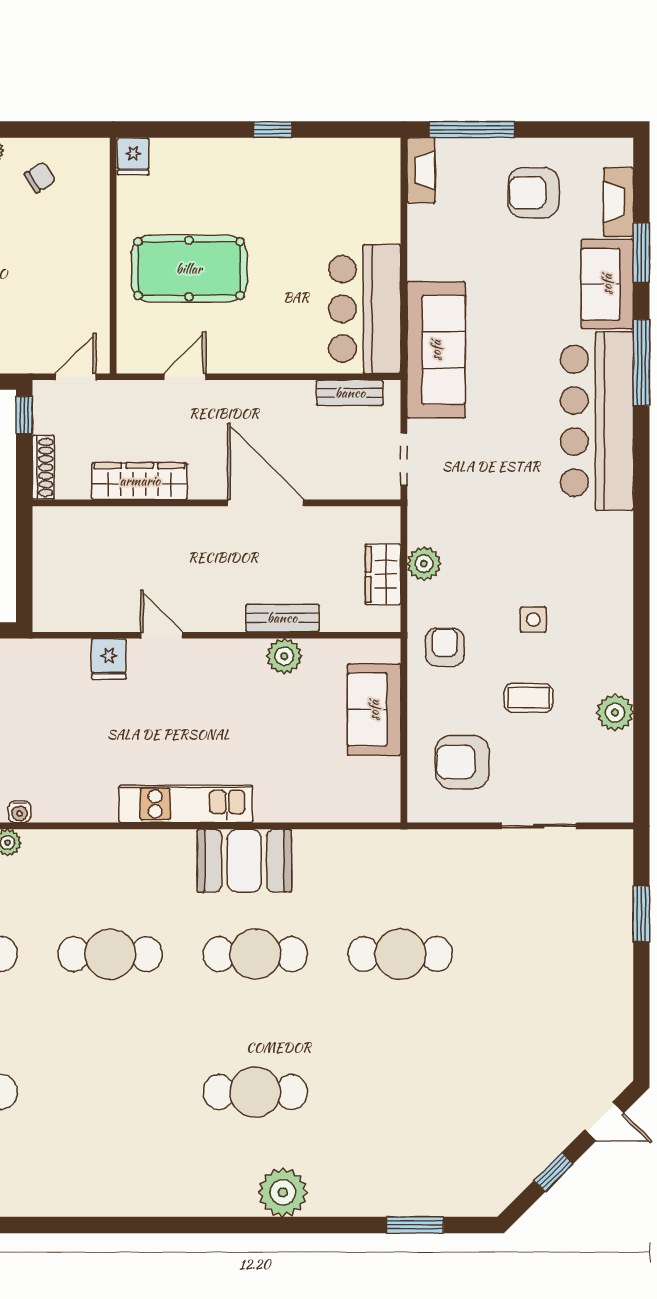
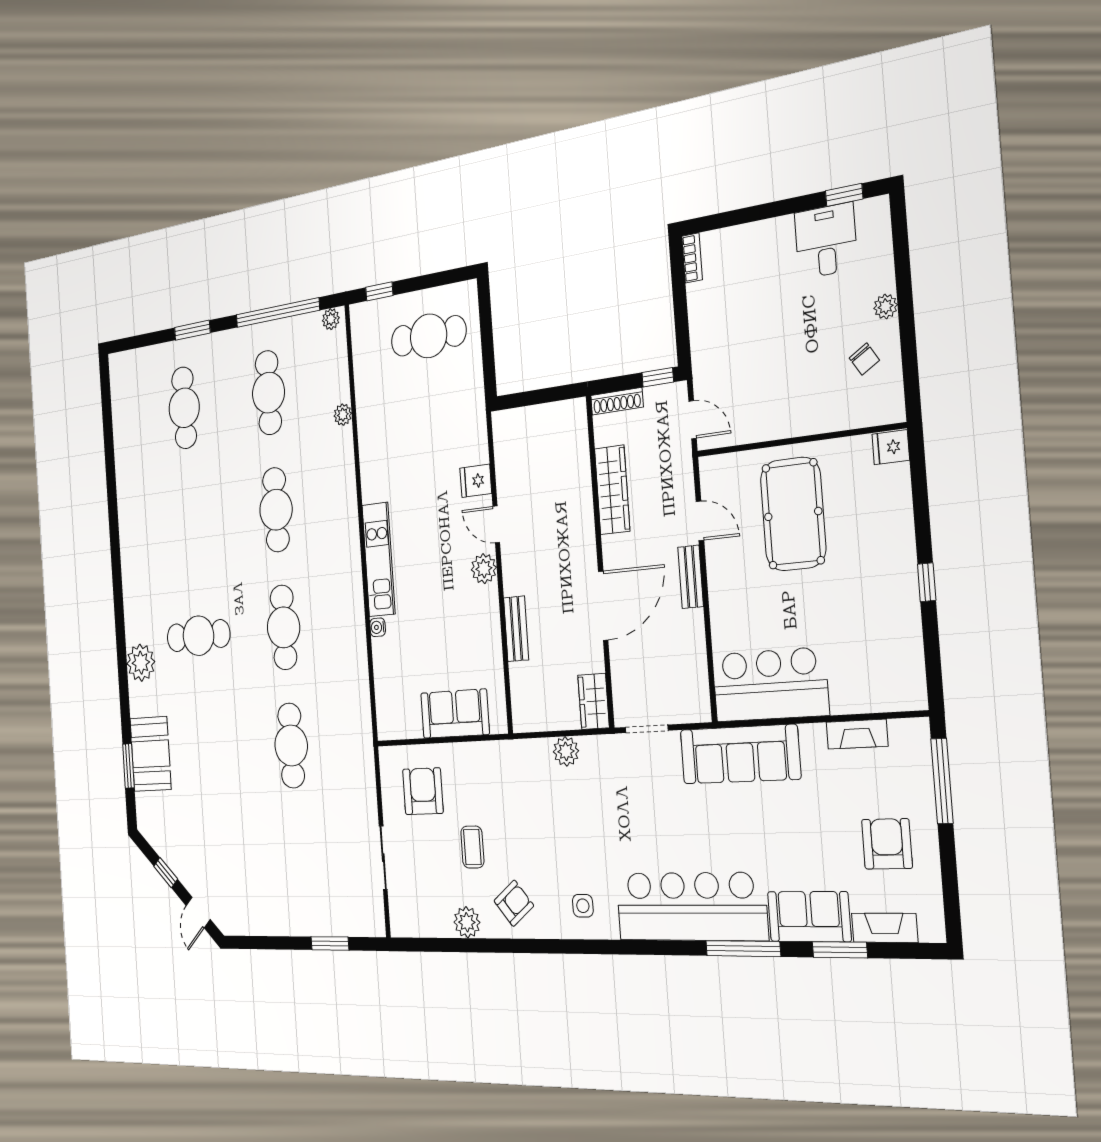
fireplace: (421, 170) -> (857, 734), moved
bench: (350, 393) -> (691, 577), moved
wardrobe: (383, 574) -> (594, 701), moved, turned -90
side table: (533, 620) -> (583, 906), moved
door: (162, 635) -> (496, 524), swing flipped
armchair: (445, 647) -> (514, 903), moved, turned -39
plant: (284, 656) -> (484, 569), moved
water cooler: (20, 812) -> (378, 627), moved
booth: (244, 861) -> (151, 754), moved
cafe table: (255, 1092) -> (198, 636), turned 90

